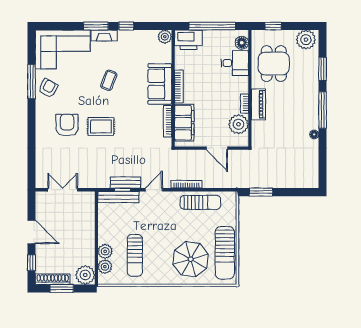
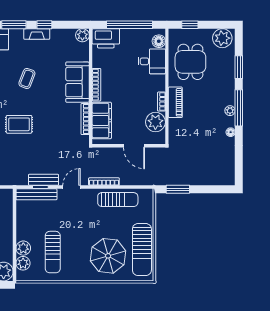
fireplace: (104, 35) -> (37, 34), moved
plant: (314, 113) -> (230, 111), added

